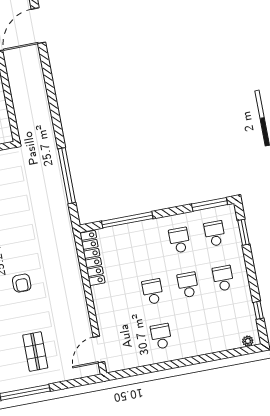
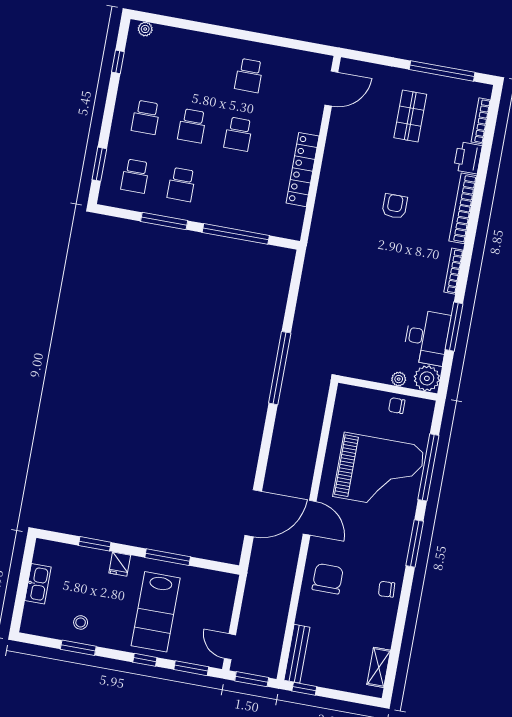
window: (67, 176) -> (280, 368), moved
window: (210, 204) -> (164, 221), moved
locker: (92, 258) -> (303, 170), moved

